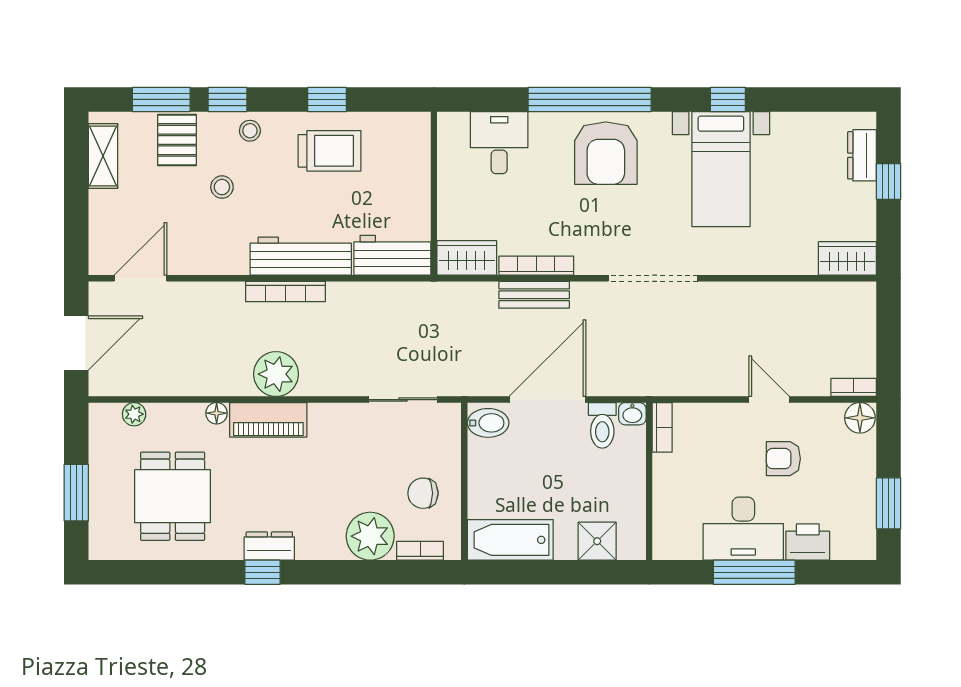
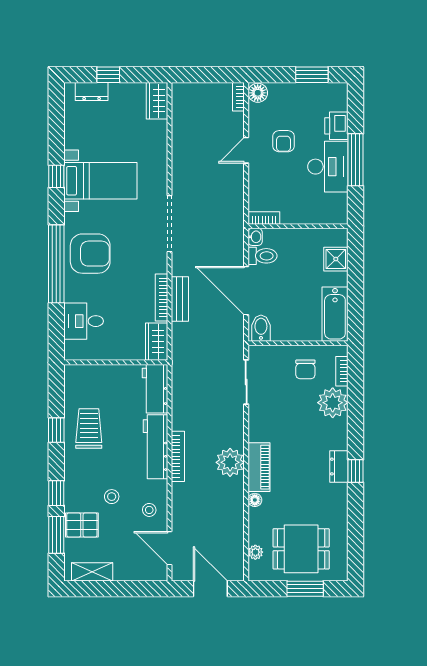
stool: (250, 131) -> (149, 510), moved
dining table: (173, 496) -> (301, 549), moved

